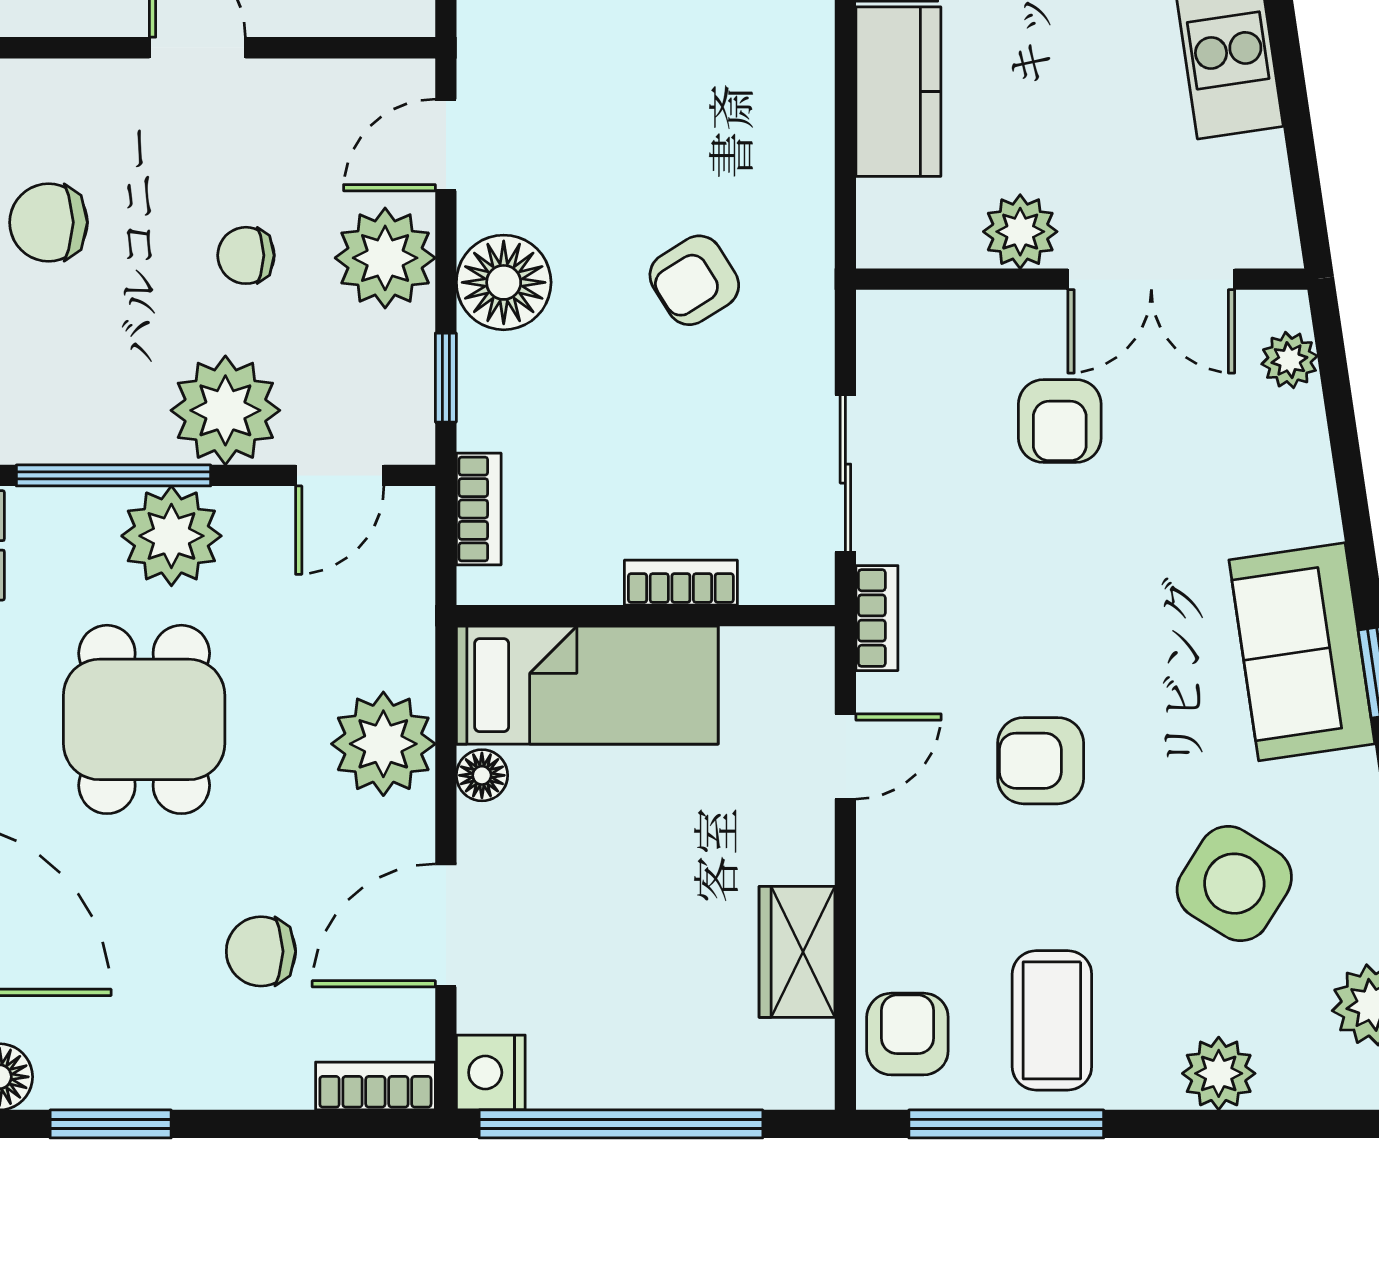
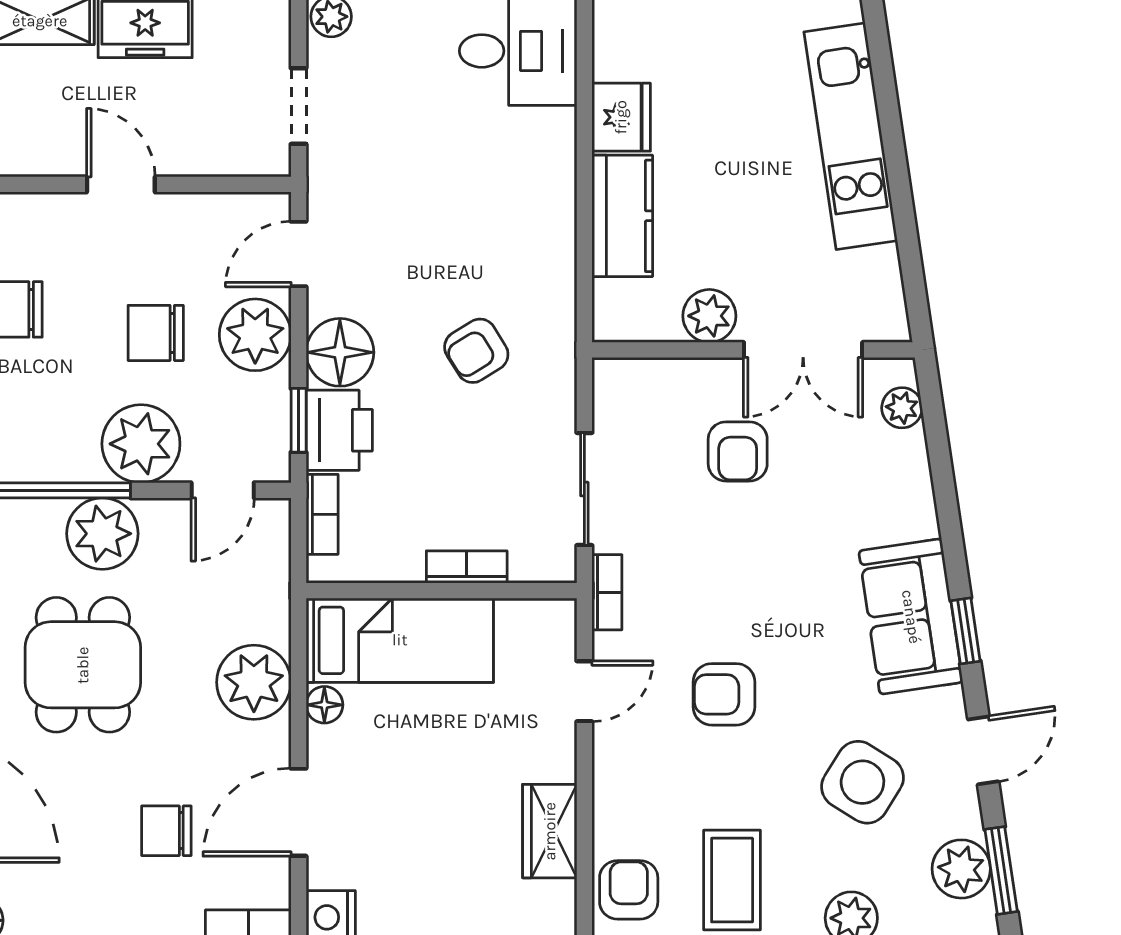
chair: (246, 255) -> (156, 333), width x1.37, depth x1.37
printer: (503, 391) -> (339, 430), added

